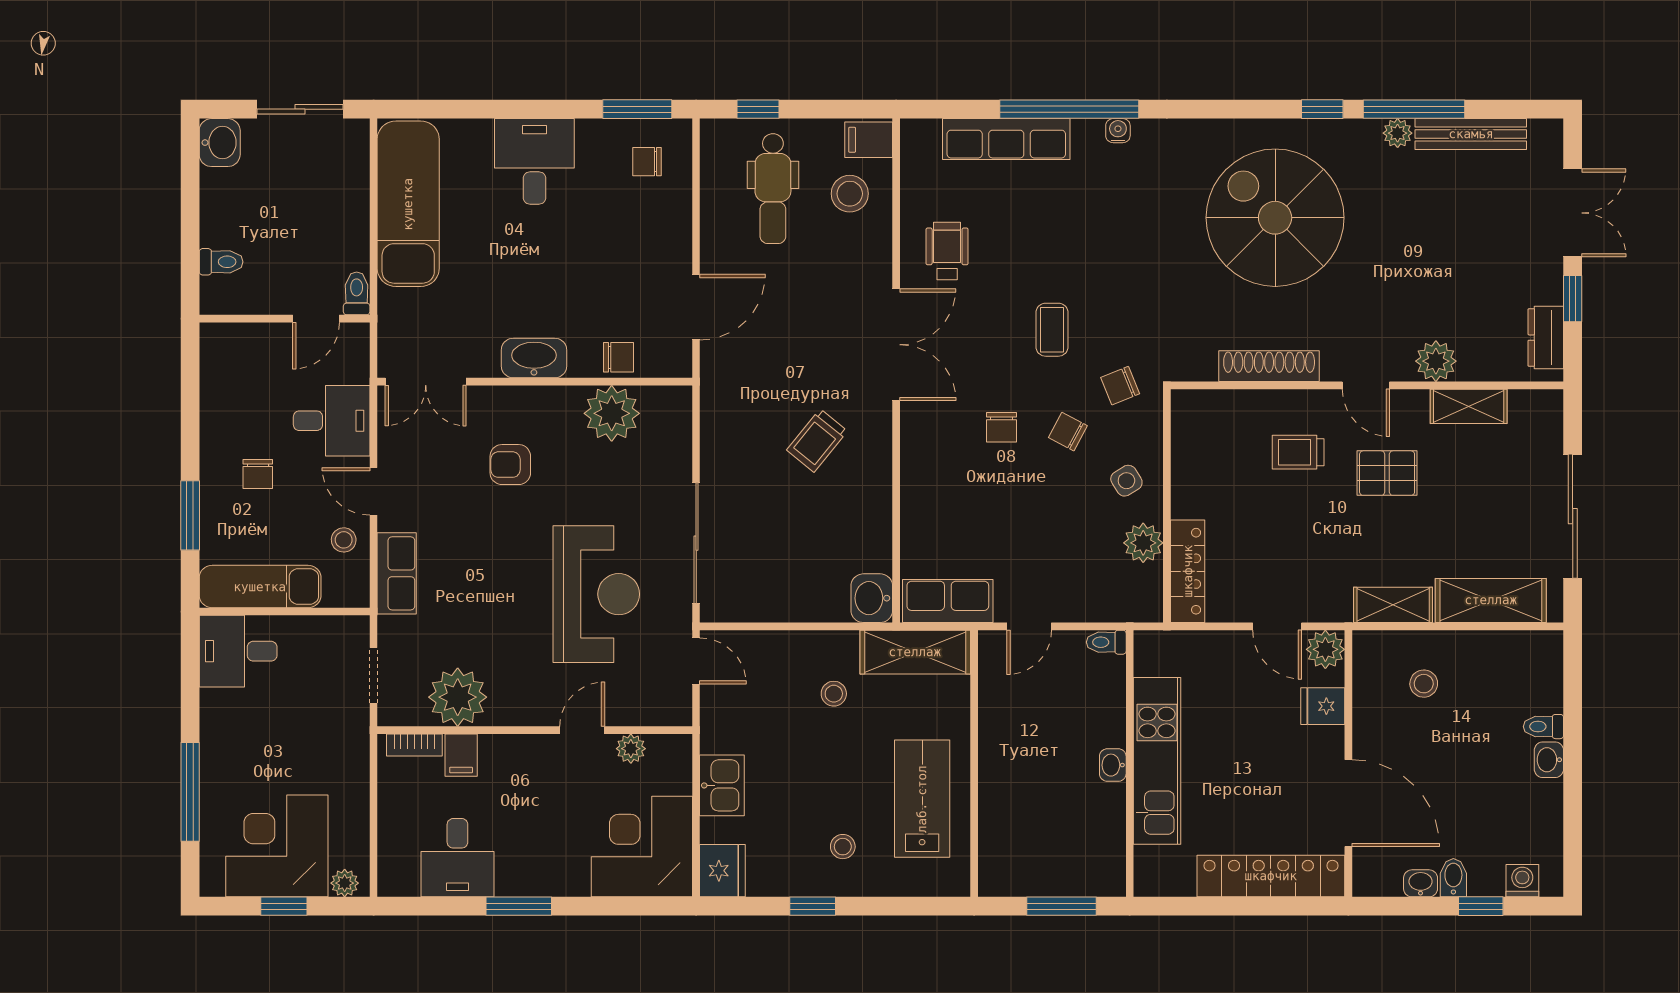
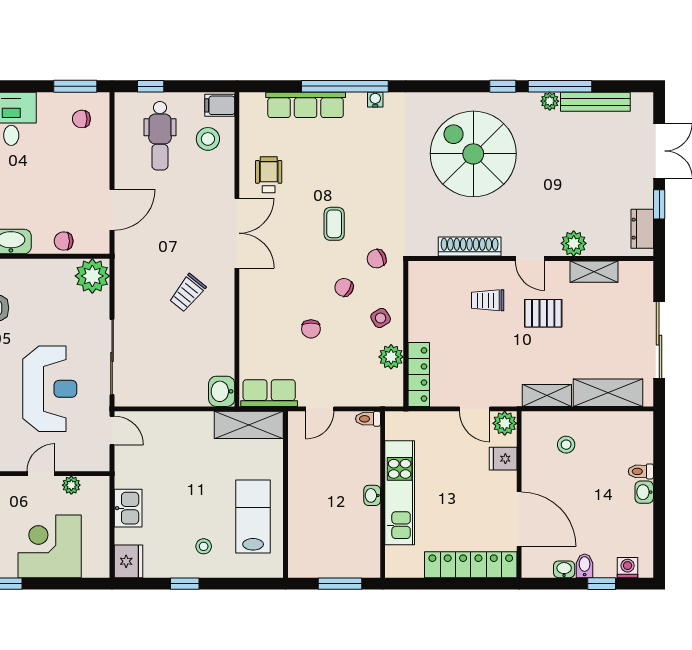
chair: (618, 357) -> (64, 241), turned 180
plant: (612, 413) -> (92, 276), moved
chair: (1002, 427) -> (311, 329), moved
stool: (834, 694) -> (198, 451), removed
corner desk: (642, 847) -> (50, 546), moved

